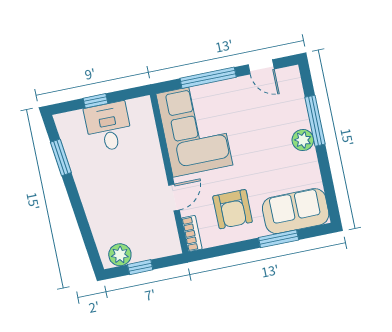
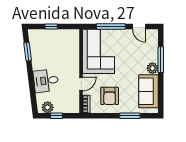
desk: (108, 127) -> (46, 81), moved, turned -97
sofa: (296, 211) -> (148, 91), moved, turned -90

